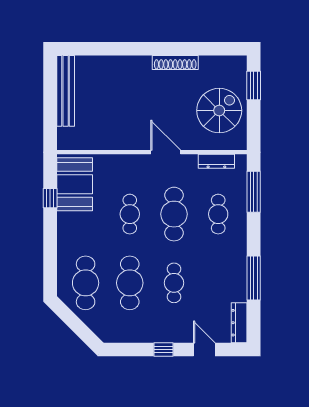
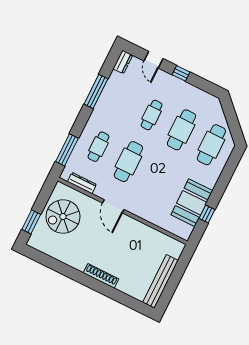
shoe rack: (175, 62) -> (101, 276), moved
booth: (75, 184) -> (192, 203), moved
cafe table: (130, 214) -> (158, 176), removed
dresser: (239, 323) -> (123, 62), width x0.70

